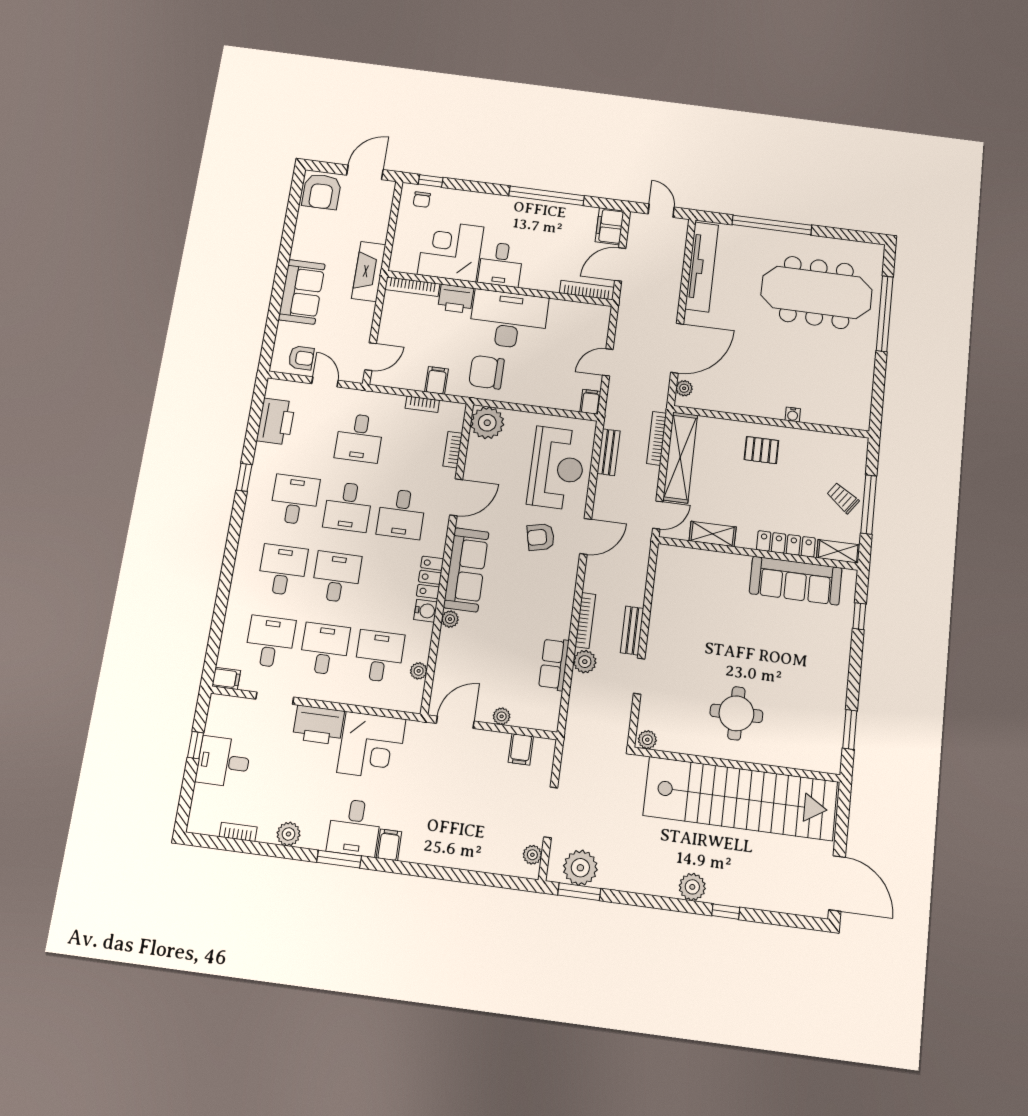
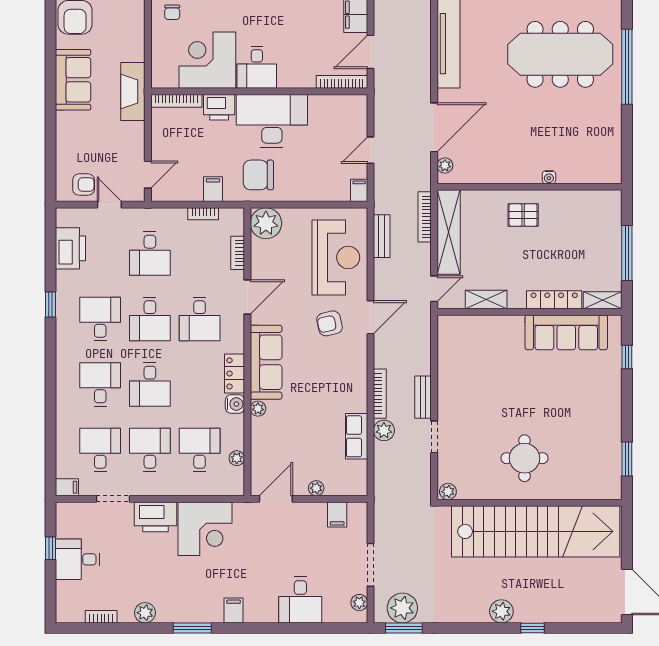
sofa: (302, 292) -> (73, 80), moved
trolley: (843, 498) -> (602, 250), removed
desk: (336, 577) -> (150, 384), turned 180
desk: (354, 828) -> (300, 600), moved

